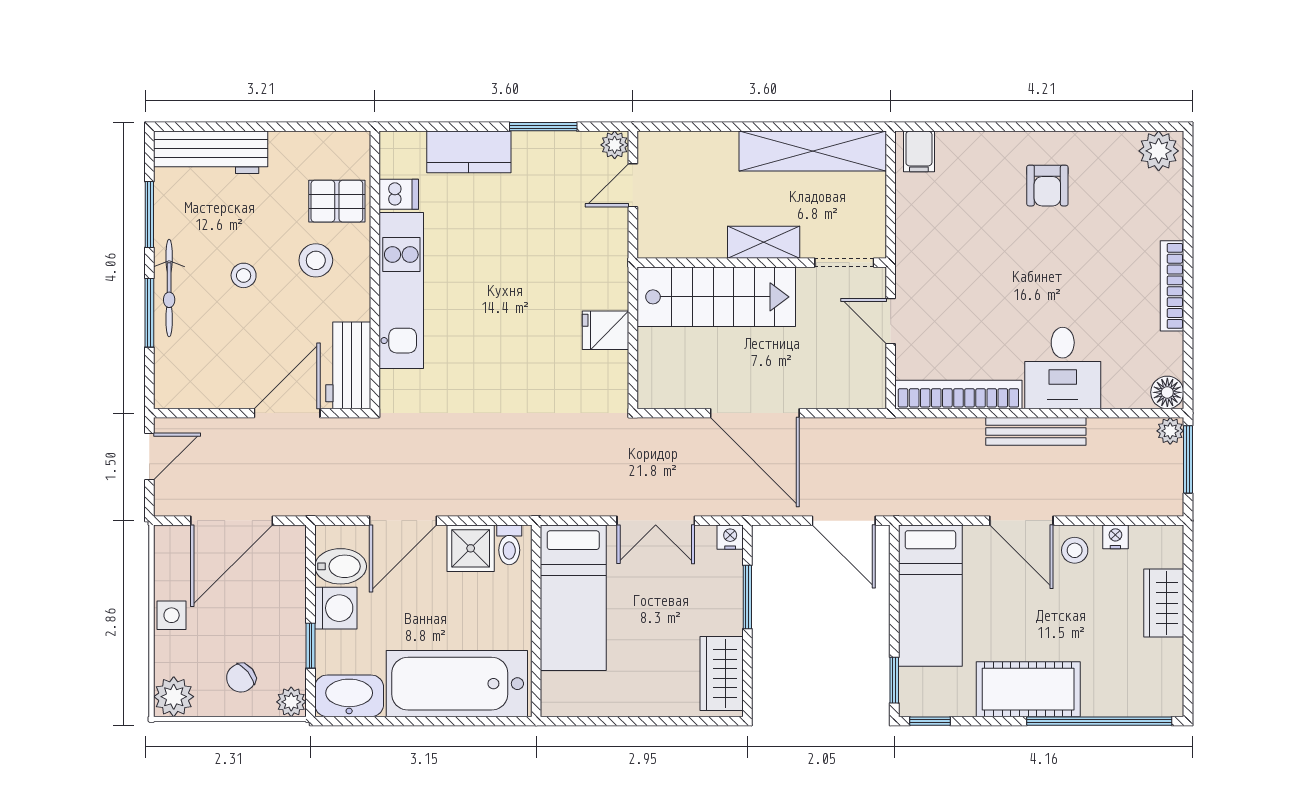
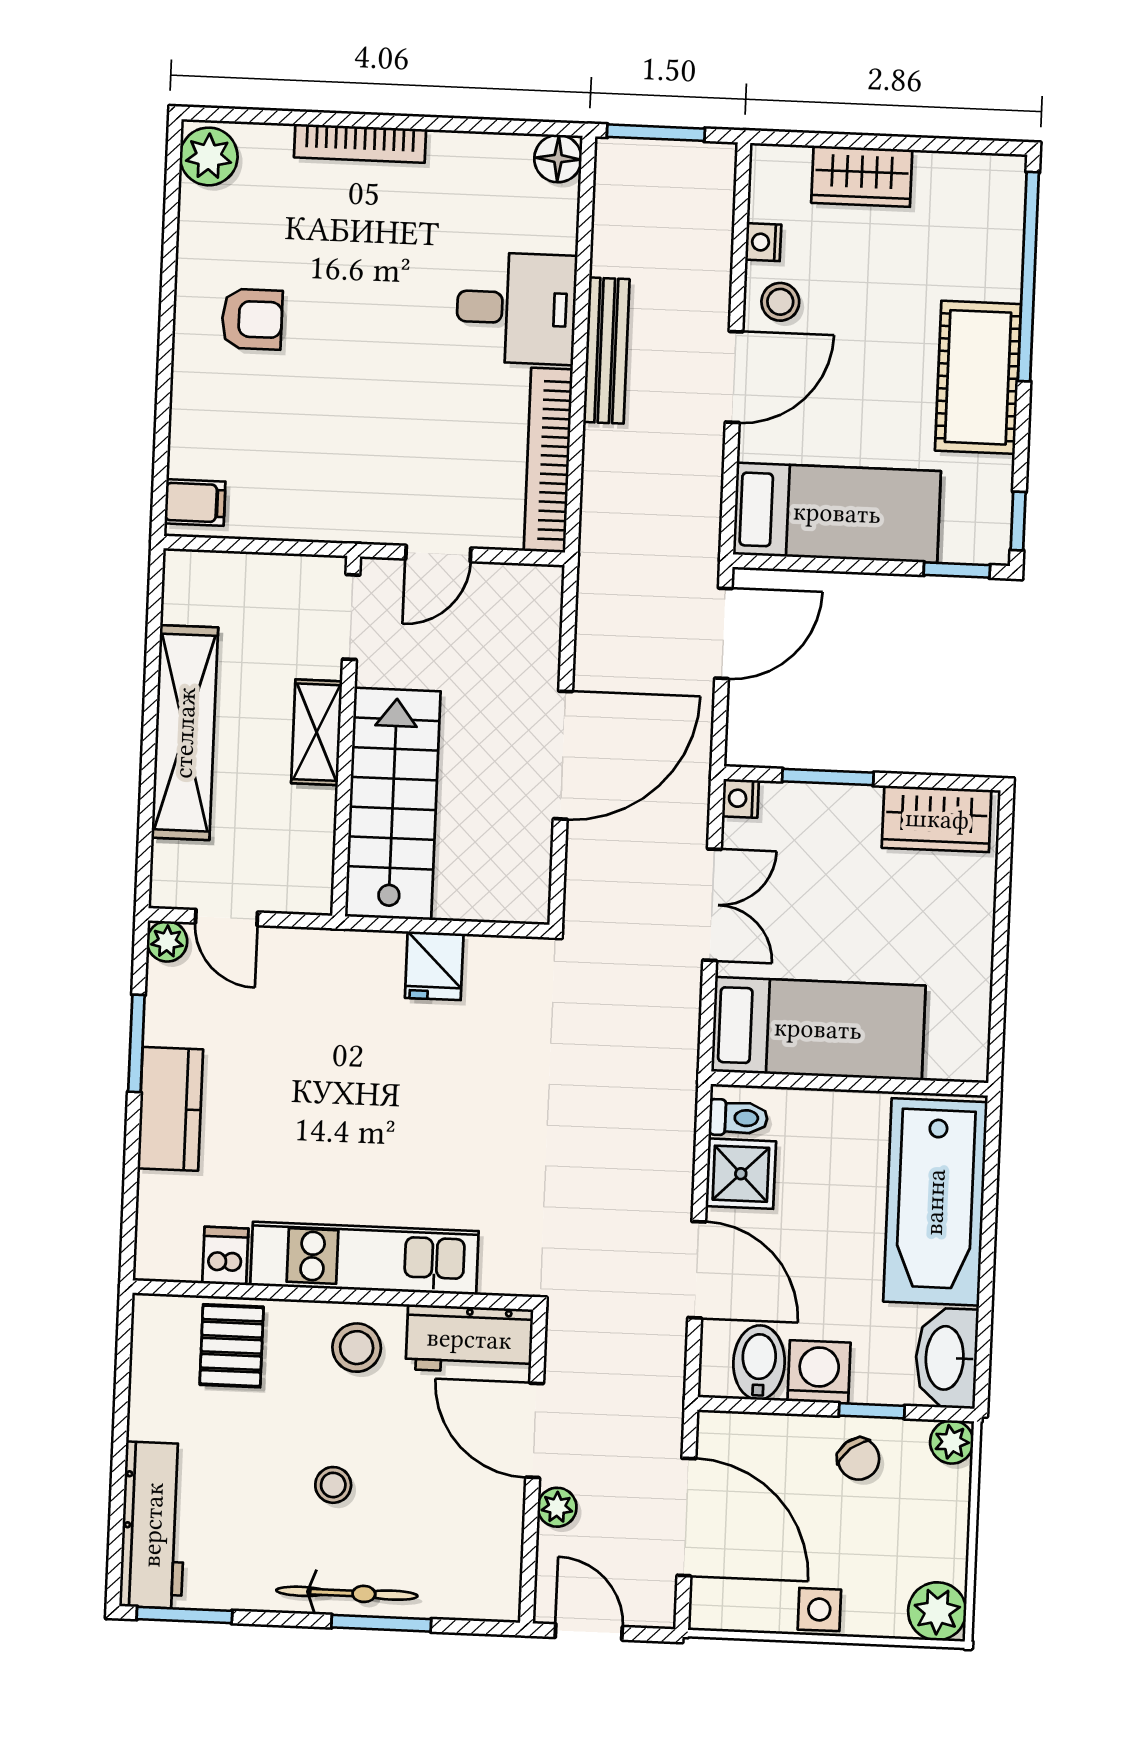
shelving: (813, 151) -> (185, 733), moved
kitchen counter: (469, 152) -> (170, 1109), moved
window: (149, 215) -> (184, 1615), moved
stool: (316, 260) -> (357, 1348), moved
bookcase: (1172, 286) -> (360, 143), moved
plant: (1170, 431) -> (557, 1507), moved
chair: (241, 678) -> (859, 1459), moved

